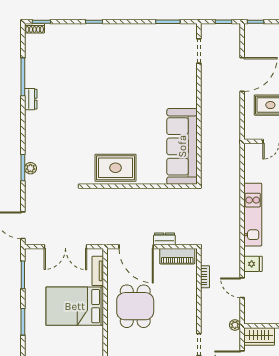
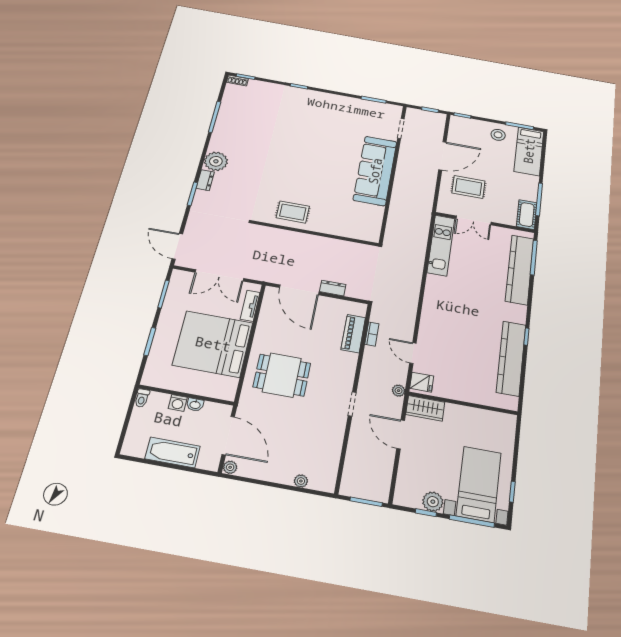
dresser: (31, 99) -> (205, 180), moved
sofa: (182, 146) -> (375, 171), moved
plant: (30, 168) -> (216, 161), moved, width x1.87, depth x1.87
rug: (116, 168) -> (293, 212), width x0.73, depth x0.70
kitchen unit: (253, 215) -> (441, 245), moved
piano: (177, 256) -> (353, 334), moved, turned 90
fridge: (253, 264) -> (422, 382), moved
bed: (75, 306) -> (213, 344), width x1.36
dining table: (135, 306) -> (282, 375), moved, turned 90

